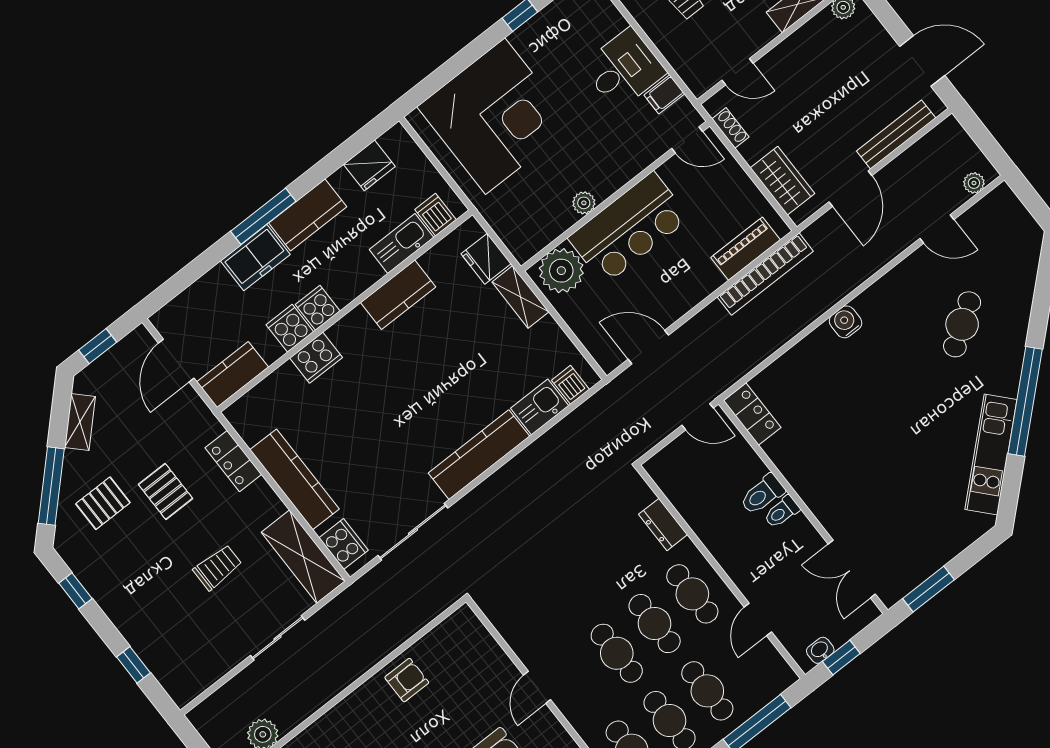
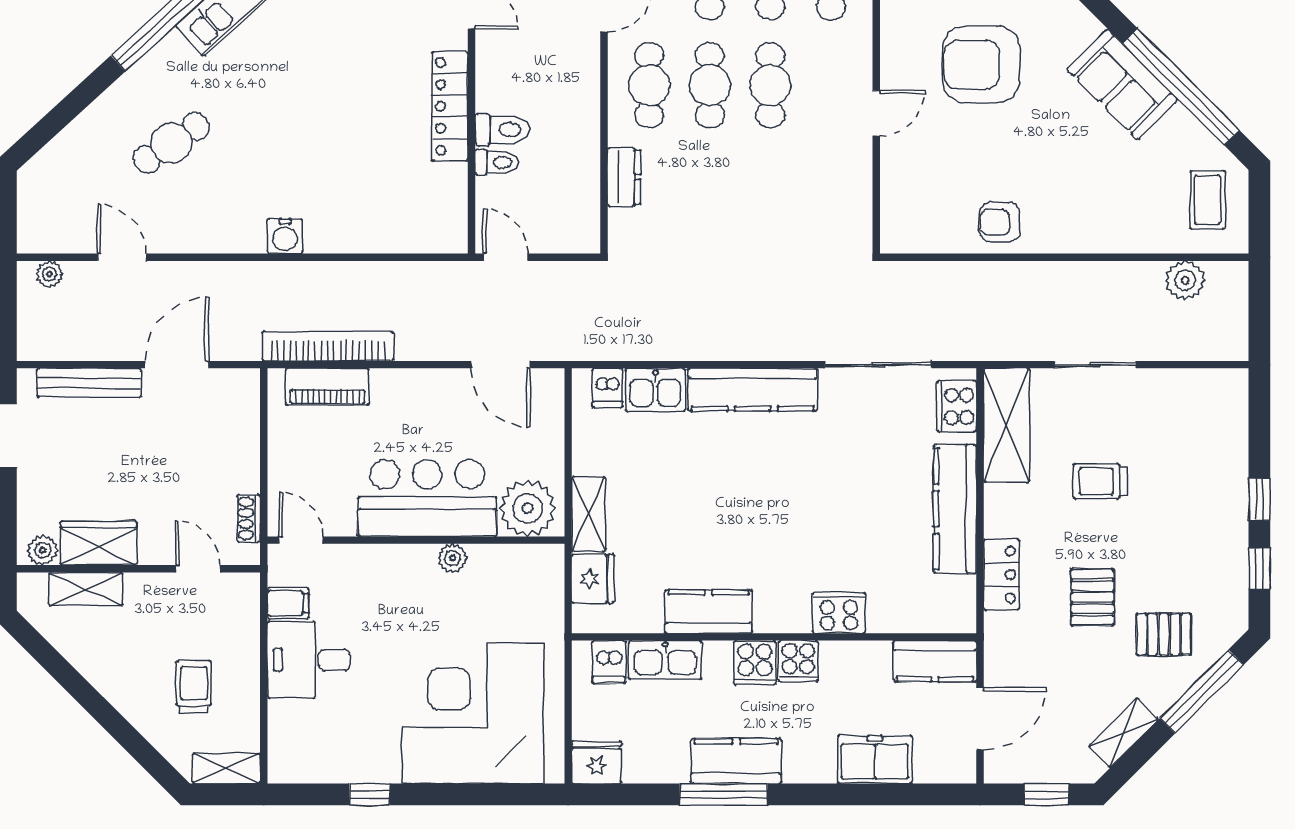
fridge: (369, 165) -> (597, 762), moved
wardrobe: (782, 181) -> (98, 543), moved, turned 90
window: (263, 216) -> (724, 794), moved
freezer: (255, 258) -> (875, 759), moved
cooker: (290, 328) -> (755, 663), moved
locker: (752, 414) -> (450, 106), moved, width x1.53
toilet: (782, 512) -> (497, 162), moved
window: (133, 665) -> (1259, 499), moved

